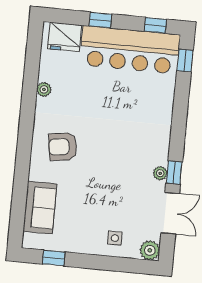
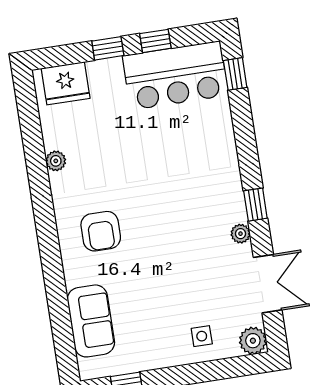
window: (155, 25) -> (155, 41), moved
bar counter: (130, 50) -> (175, 75), width x0.73
armchair: (63, 147) -> (101, 231), turned -81
window: (174, 173) -> (255, 205), moved

